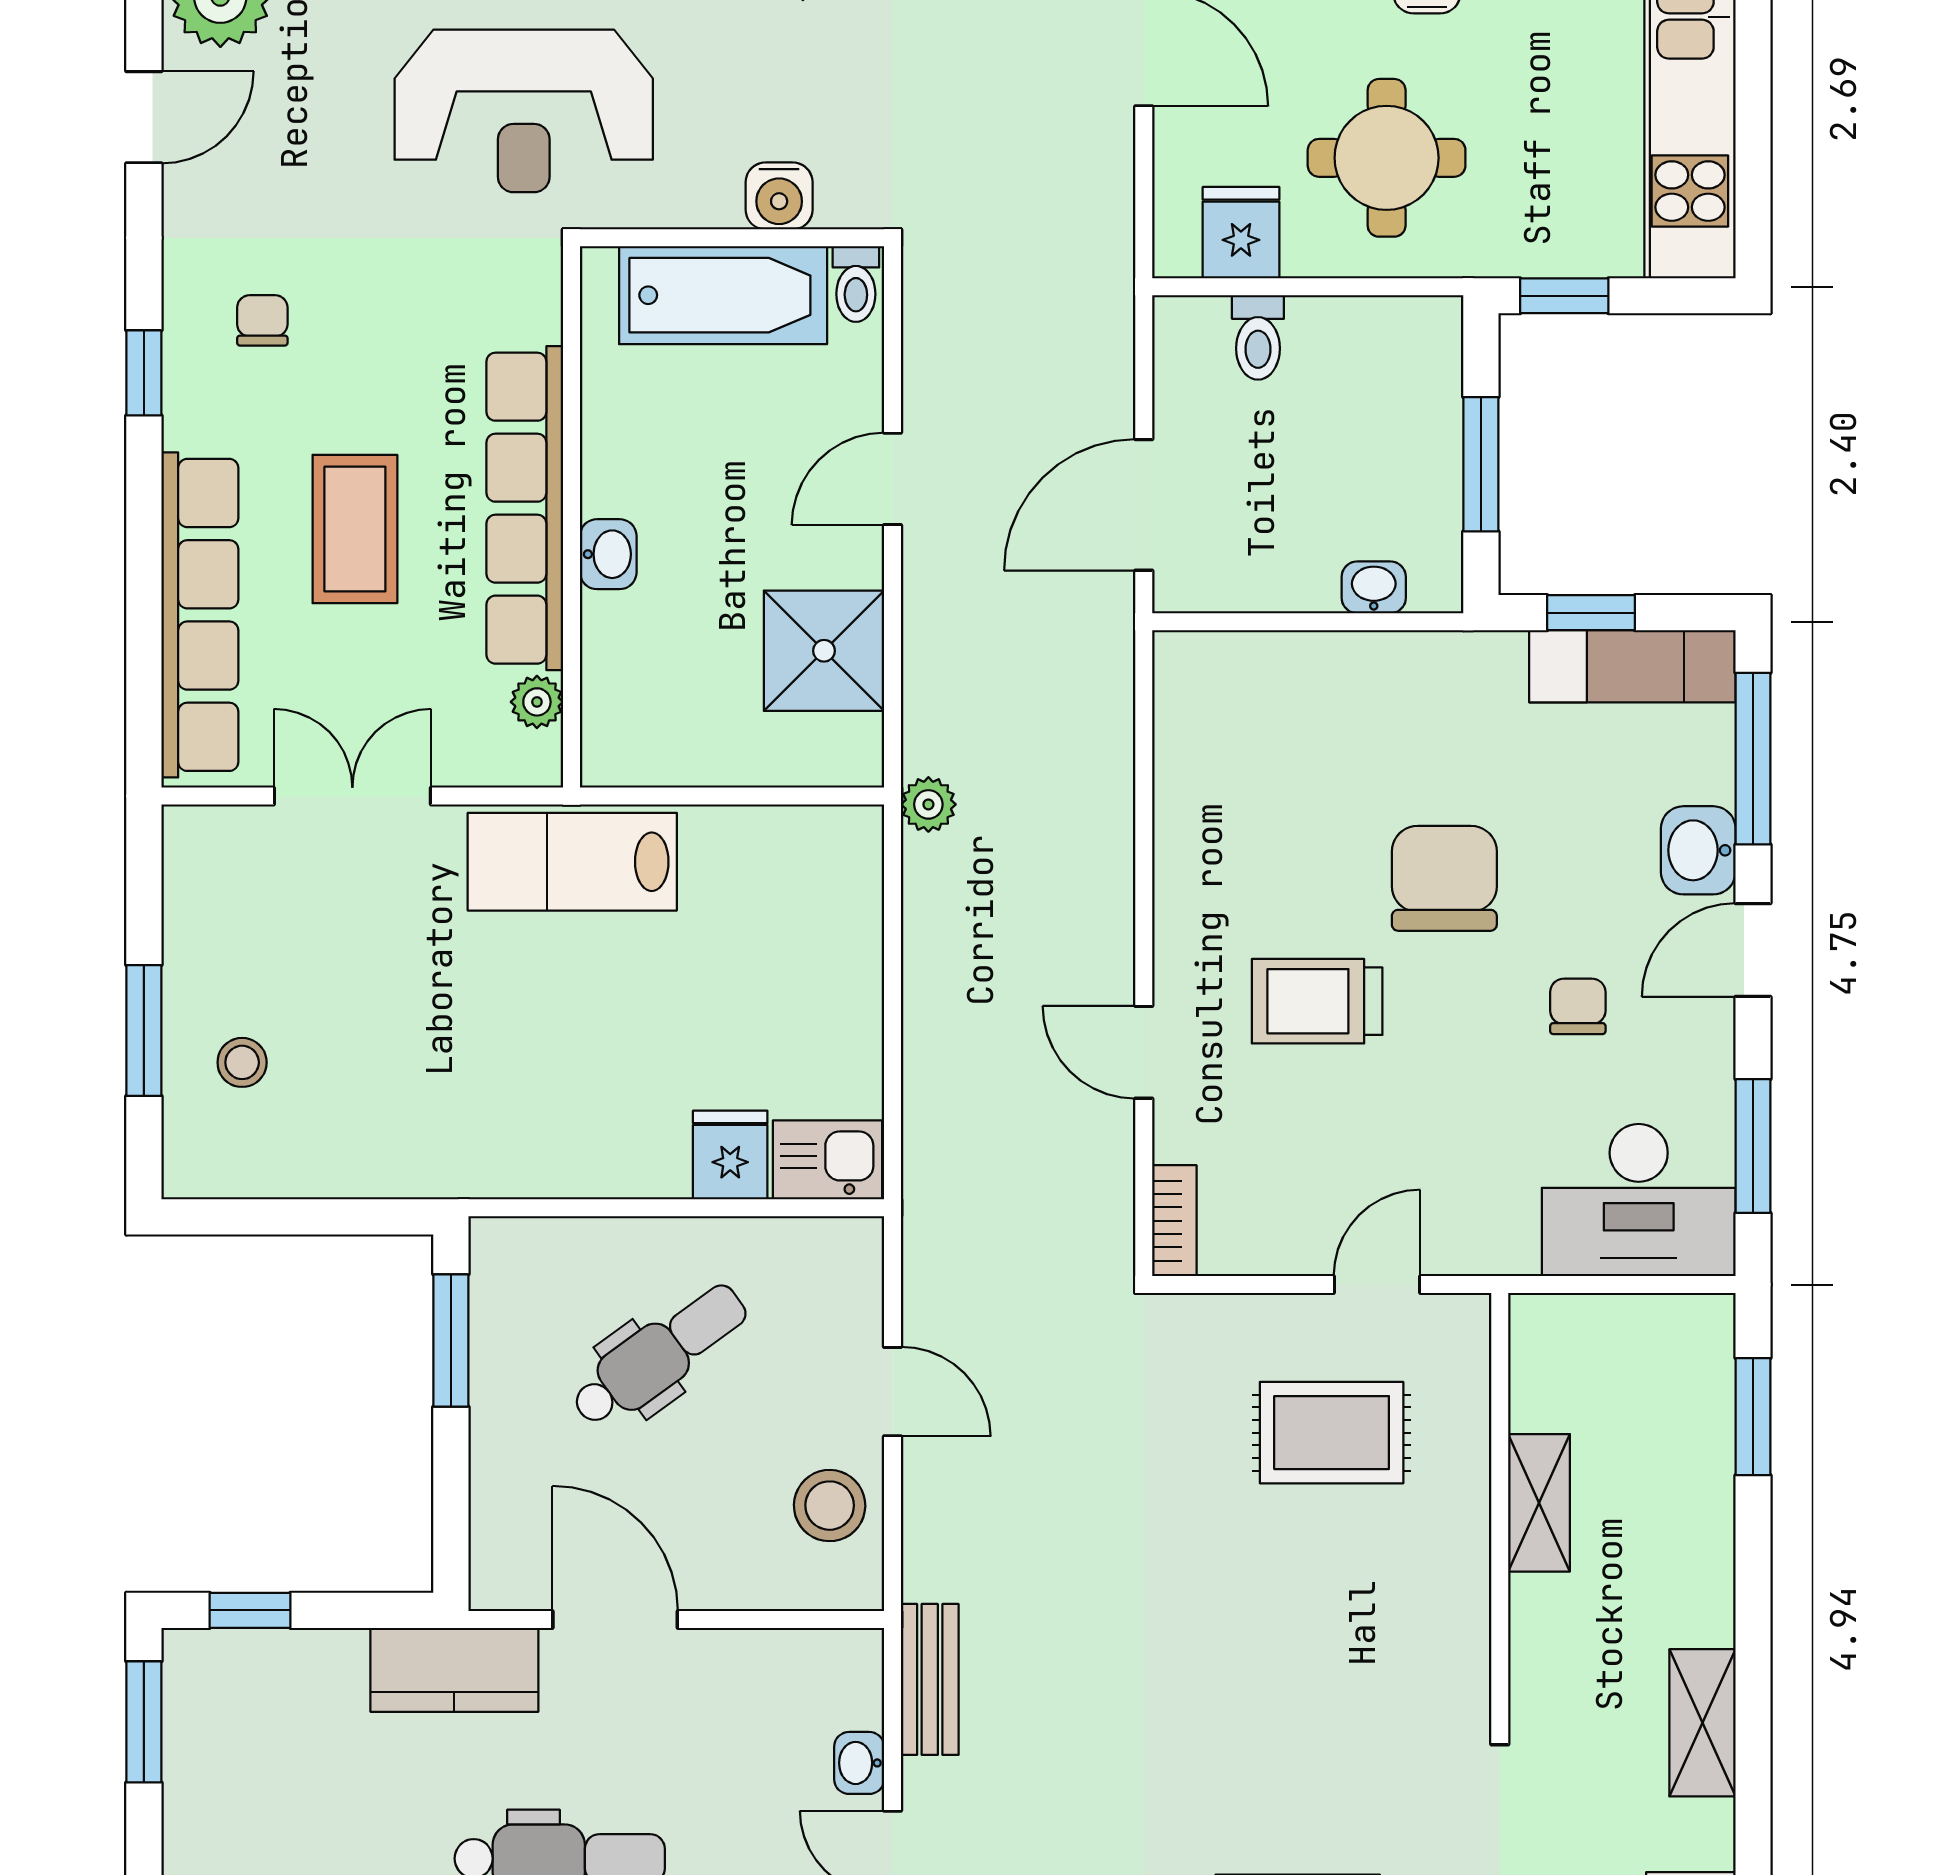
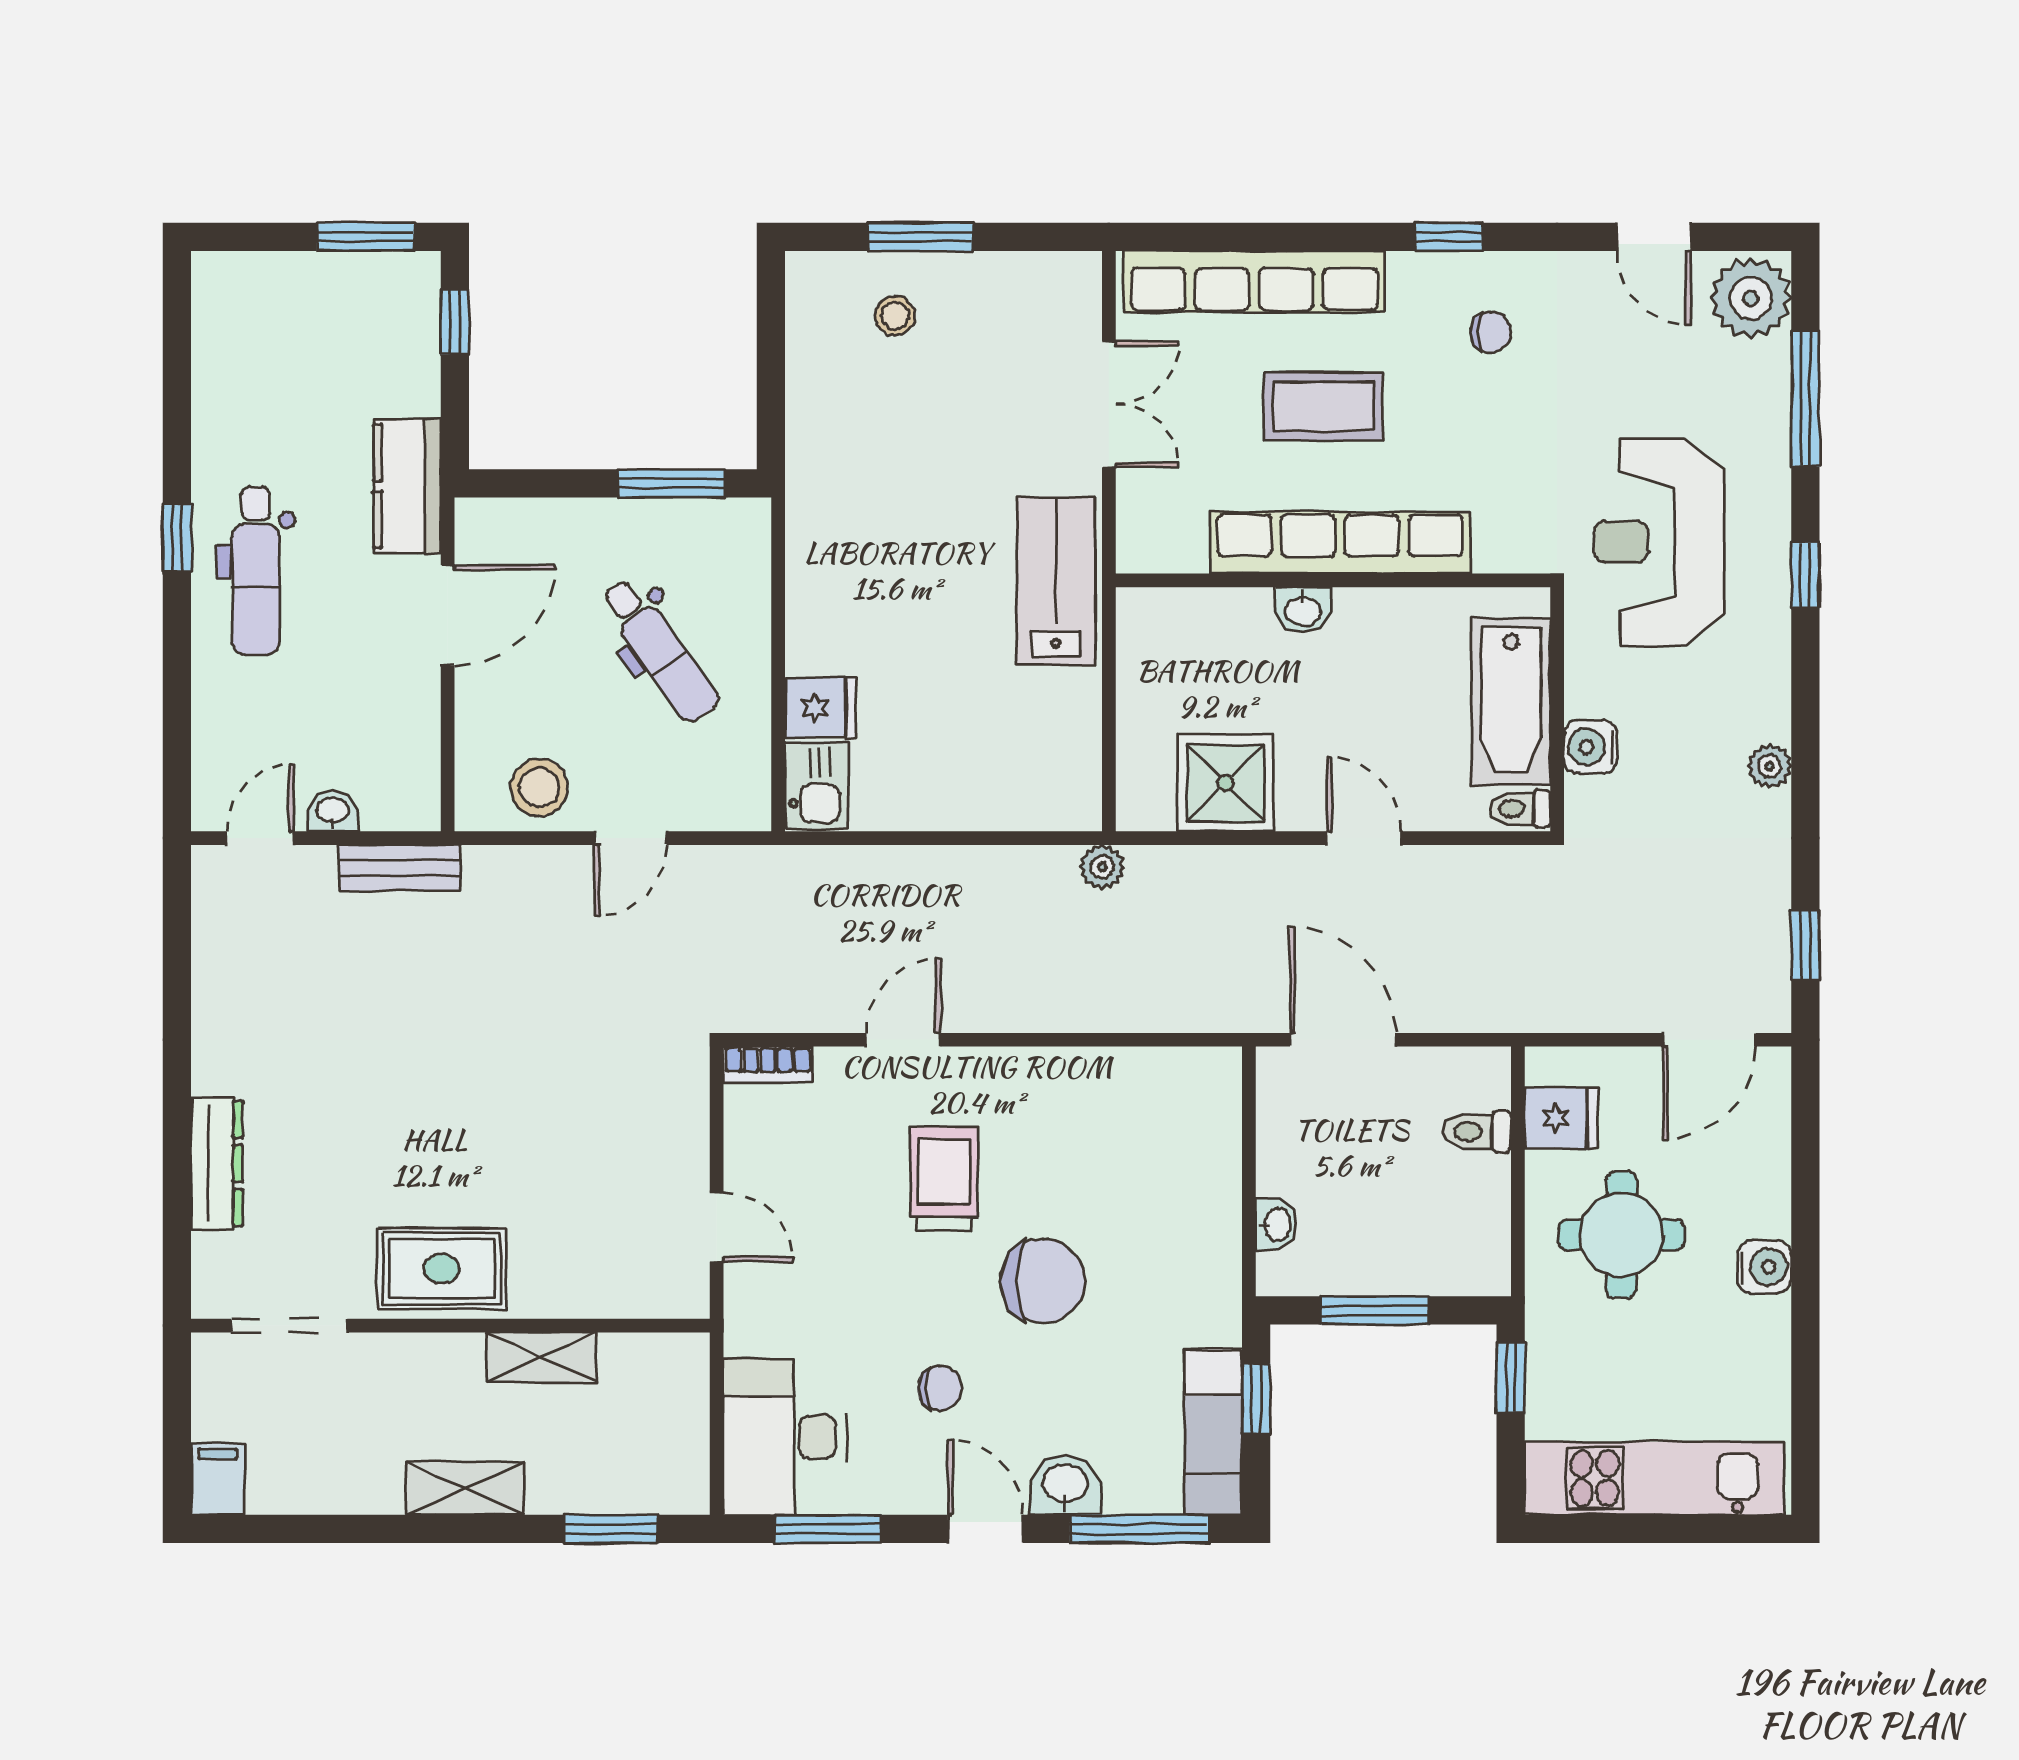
plant: (537, 702) -> (1184, 552), removed
rug: (1332, 1433) -> (442, 1269), moved, turned 90
shelving: (1702, 1723) -> (465, 1488), moved

